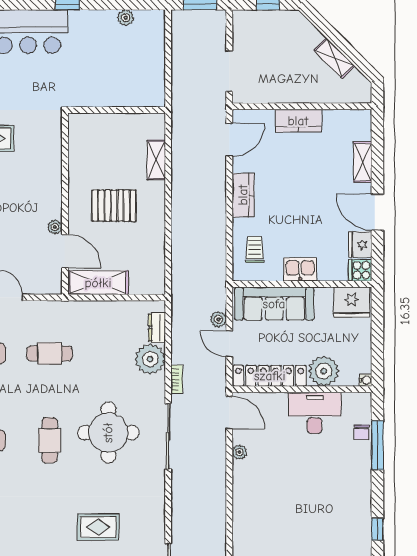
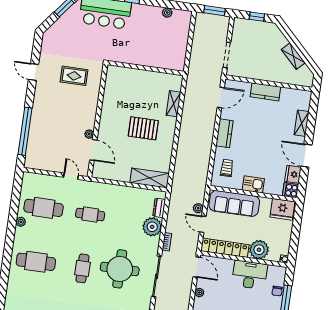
wall: (65, 204) -> (97, 121), moved
plant: (55, 227) -> (89, 134), moved
door: (65, 251) -> (93, 150), moved
shelving: (98, 283) -> (150, 178), moved

